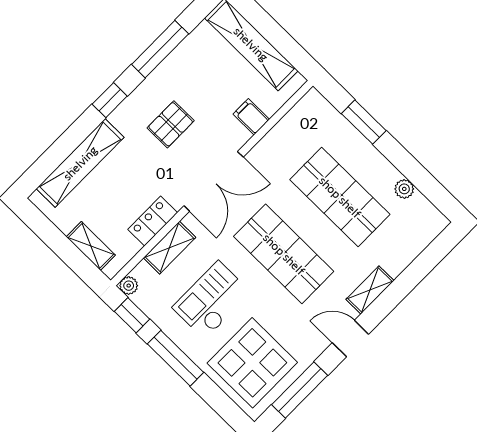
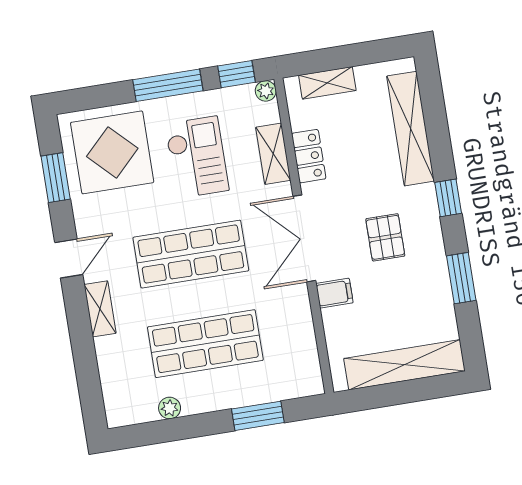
window: (160, 49) -> (461, 278), width x0.69
filing cabinet: (251, 117) -> (334, 293), moved
window: (300, 390) -> (56, 178), width x0.69

